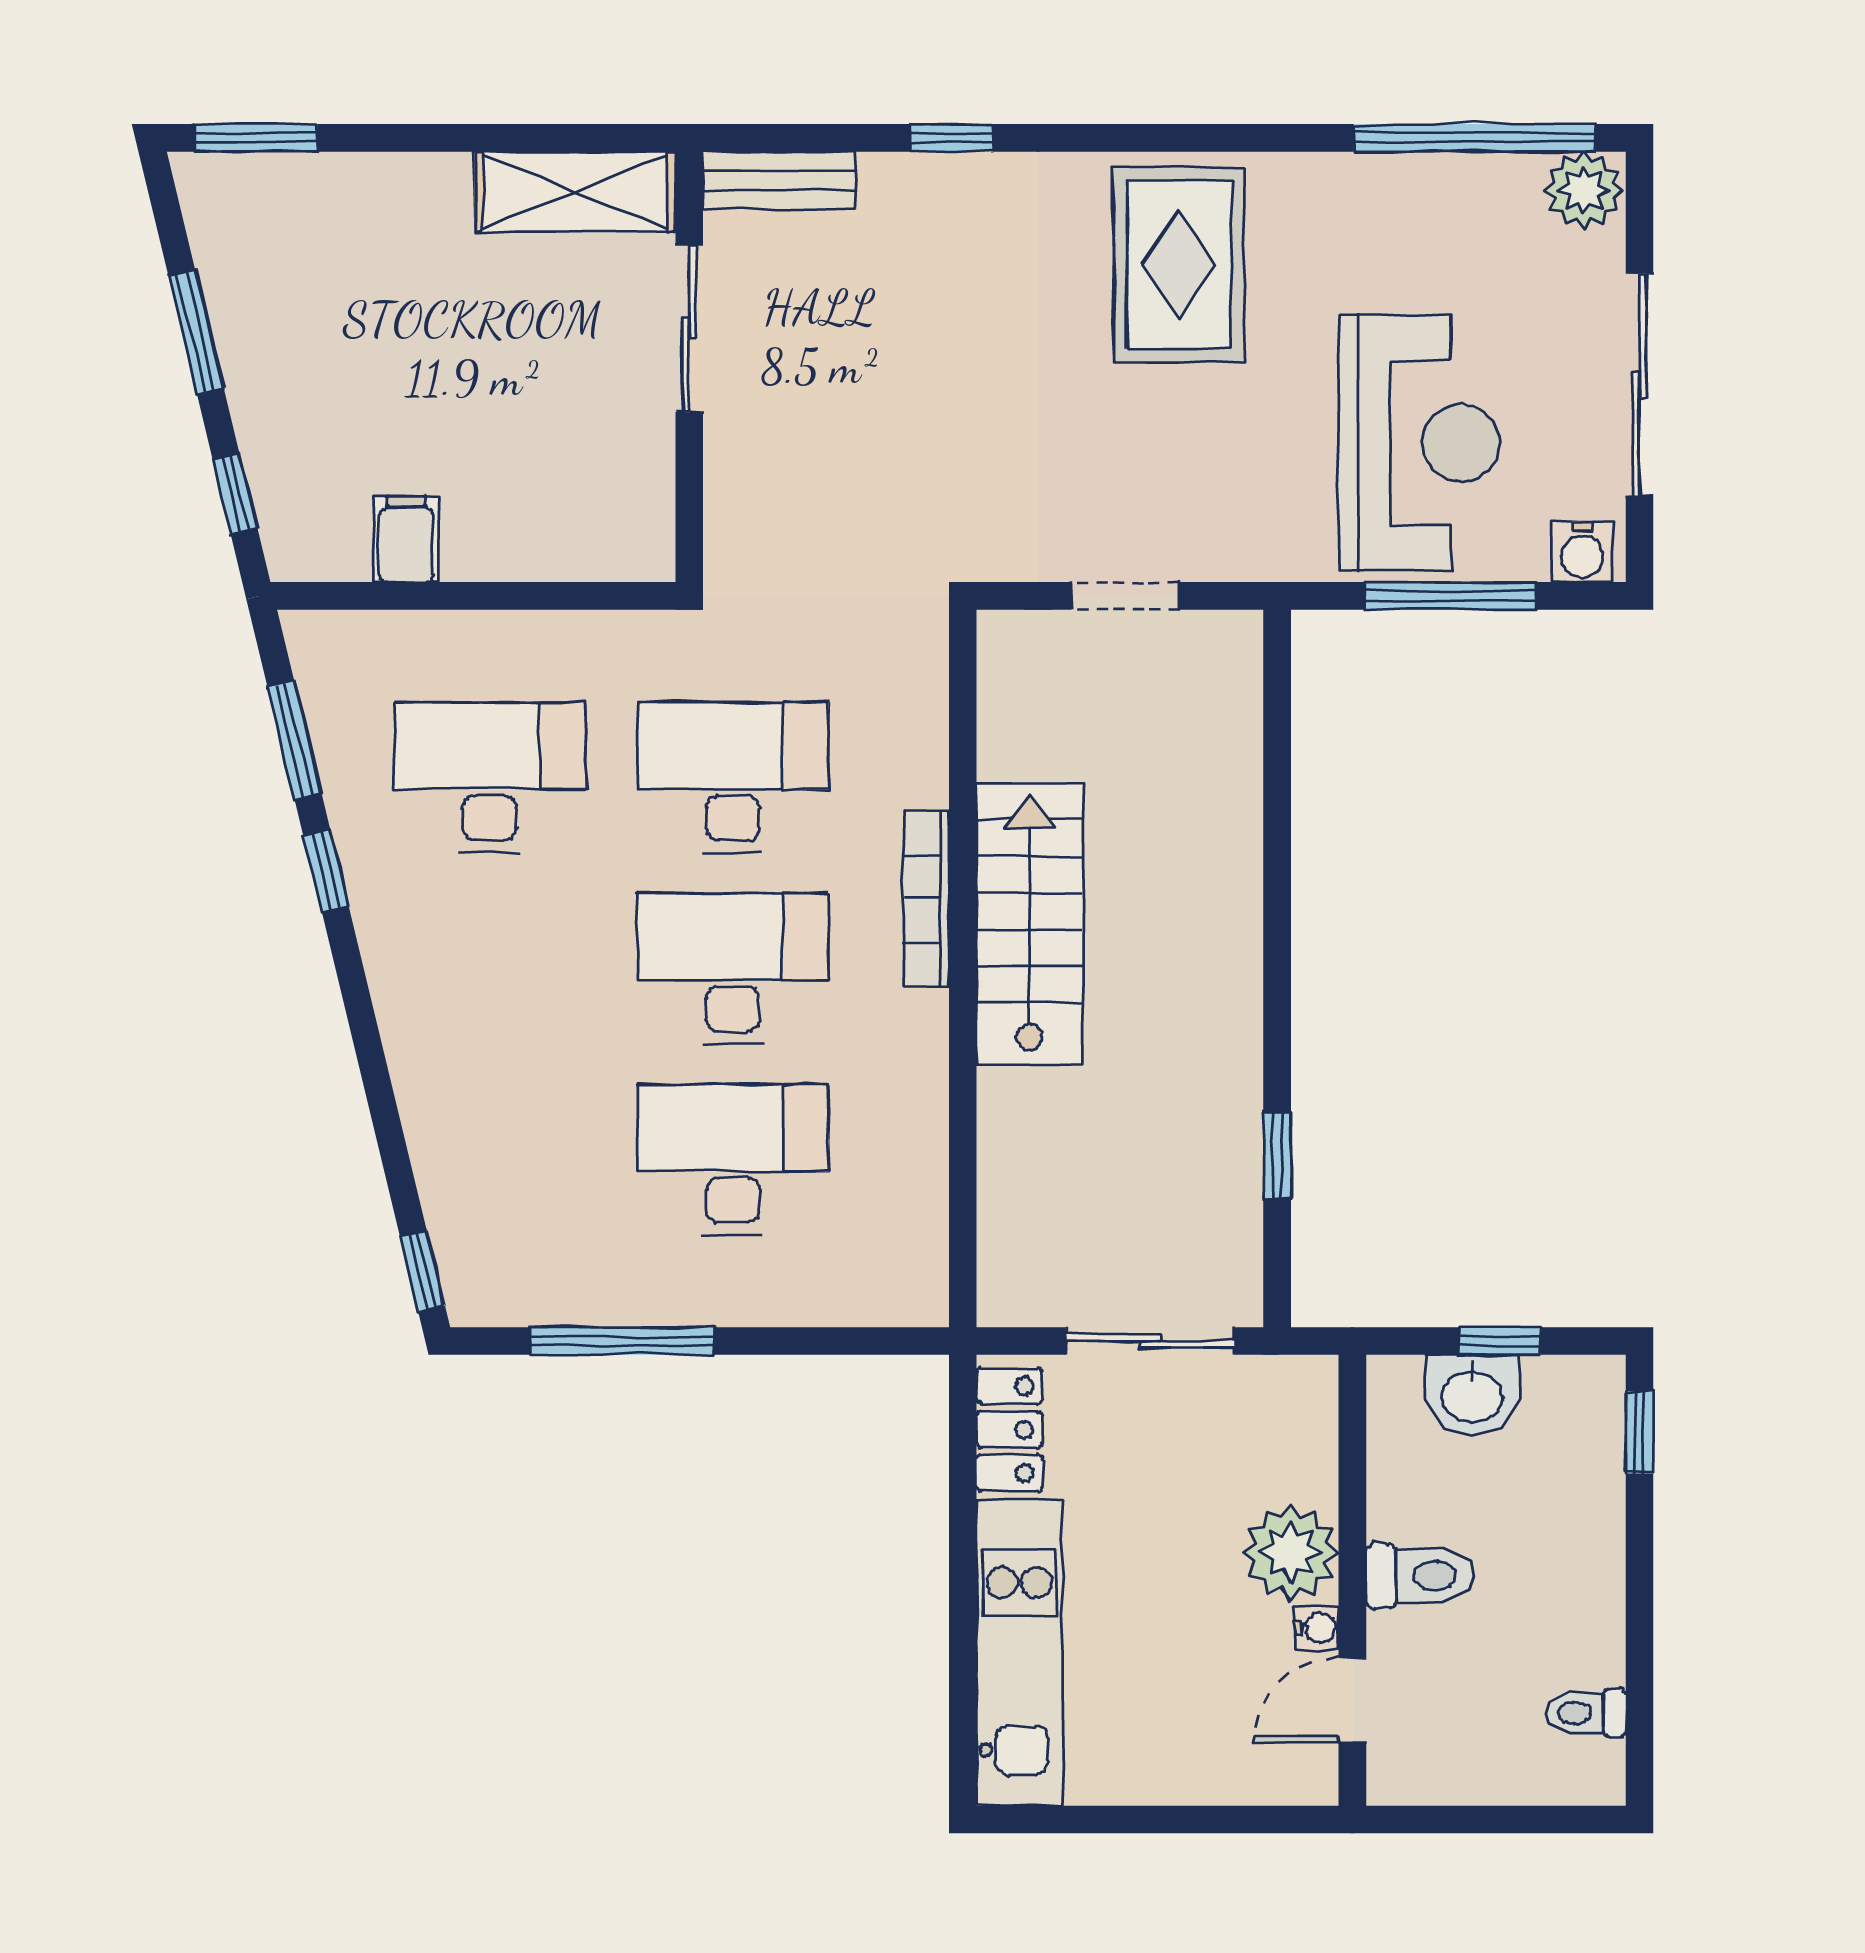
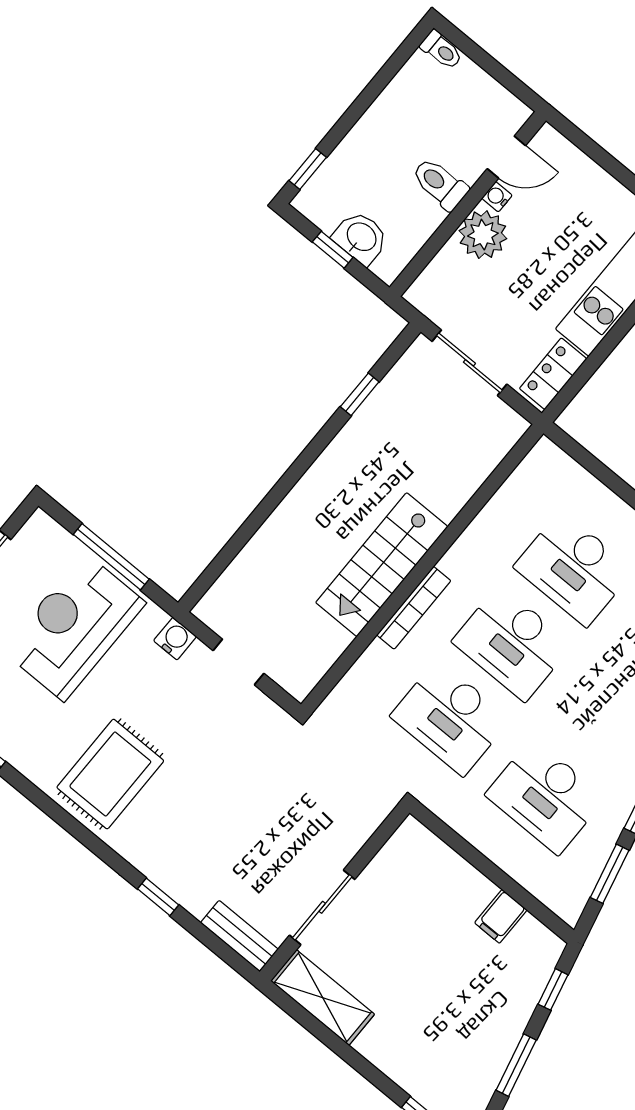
water cooler: (1582, 552) -> (175, 639), moved
toilet: (1586, 1713) -> (441, 50), moved

